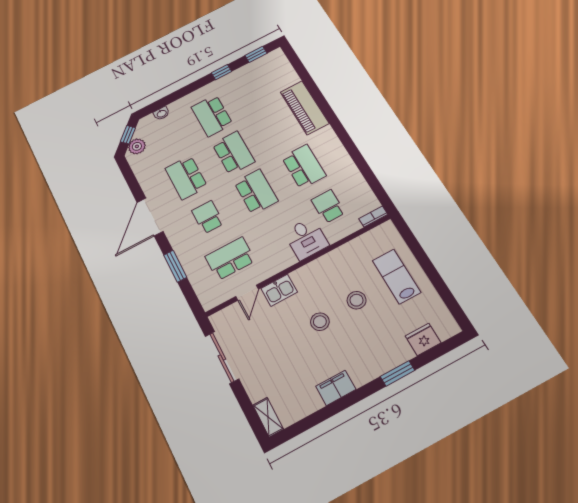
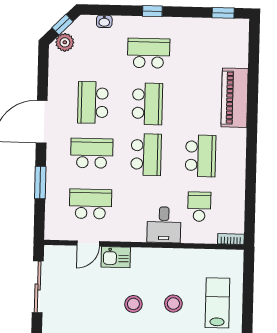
window: (222, 72) -> (152, 11), moved
school desk: (212, 116) -> (149, 53), turned 90
school desk: (208, 217) -> (92, 153), width x1.85

